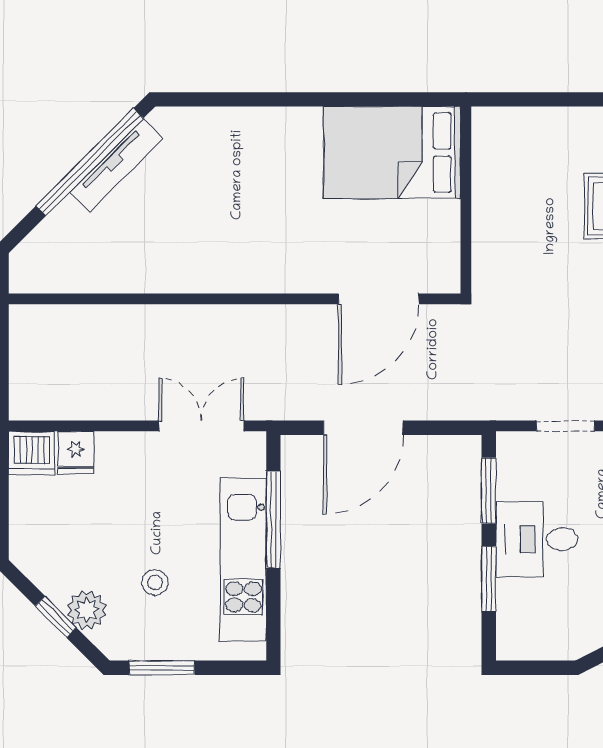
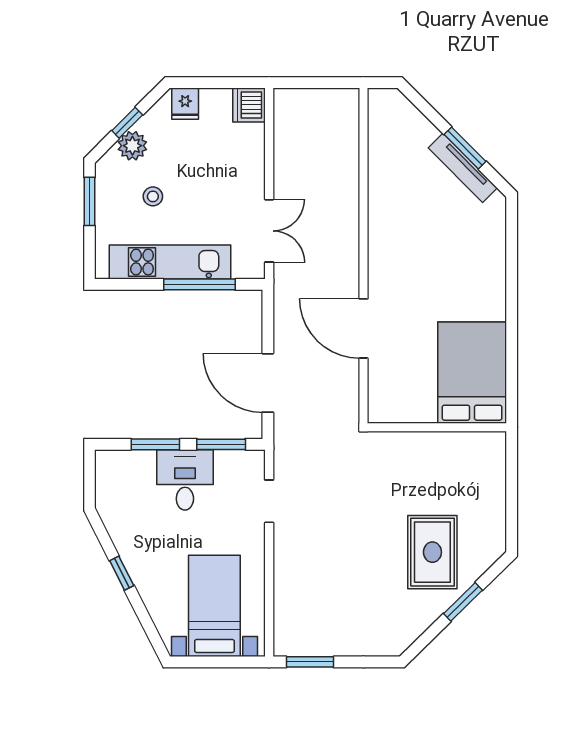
window: (90, 162) -> (465, 148), width x0.47
door: (379, 299) -> (363, 328), moved
door: (363, 428) -> (268, 383), moved
fridge: (76, 453) -> (185, 104), moved, turned -90

